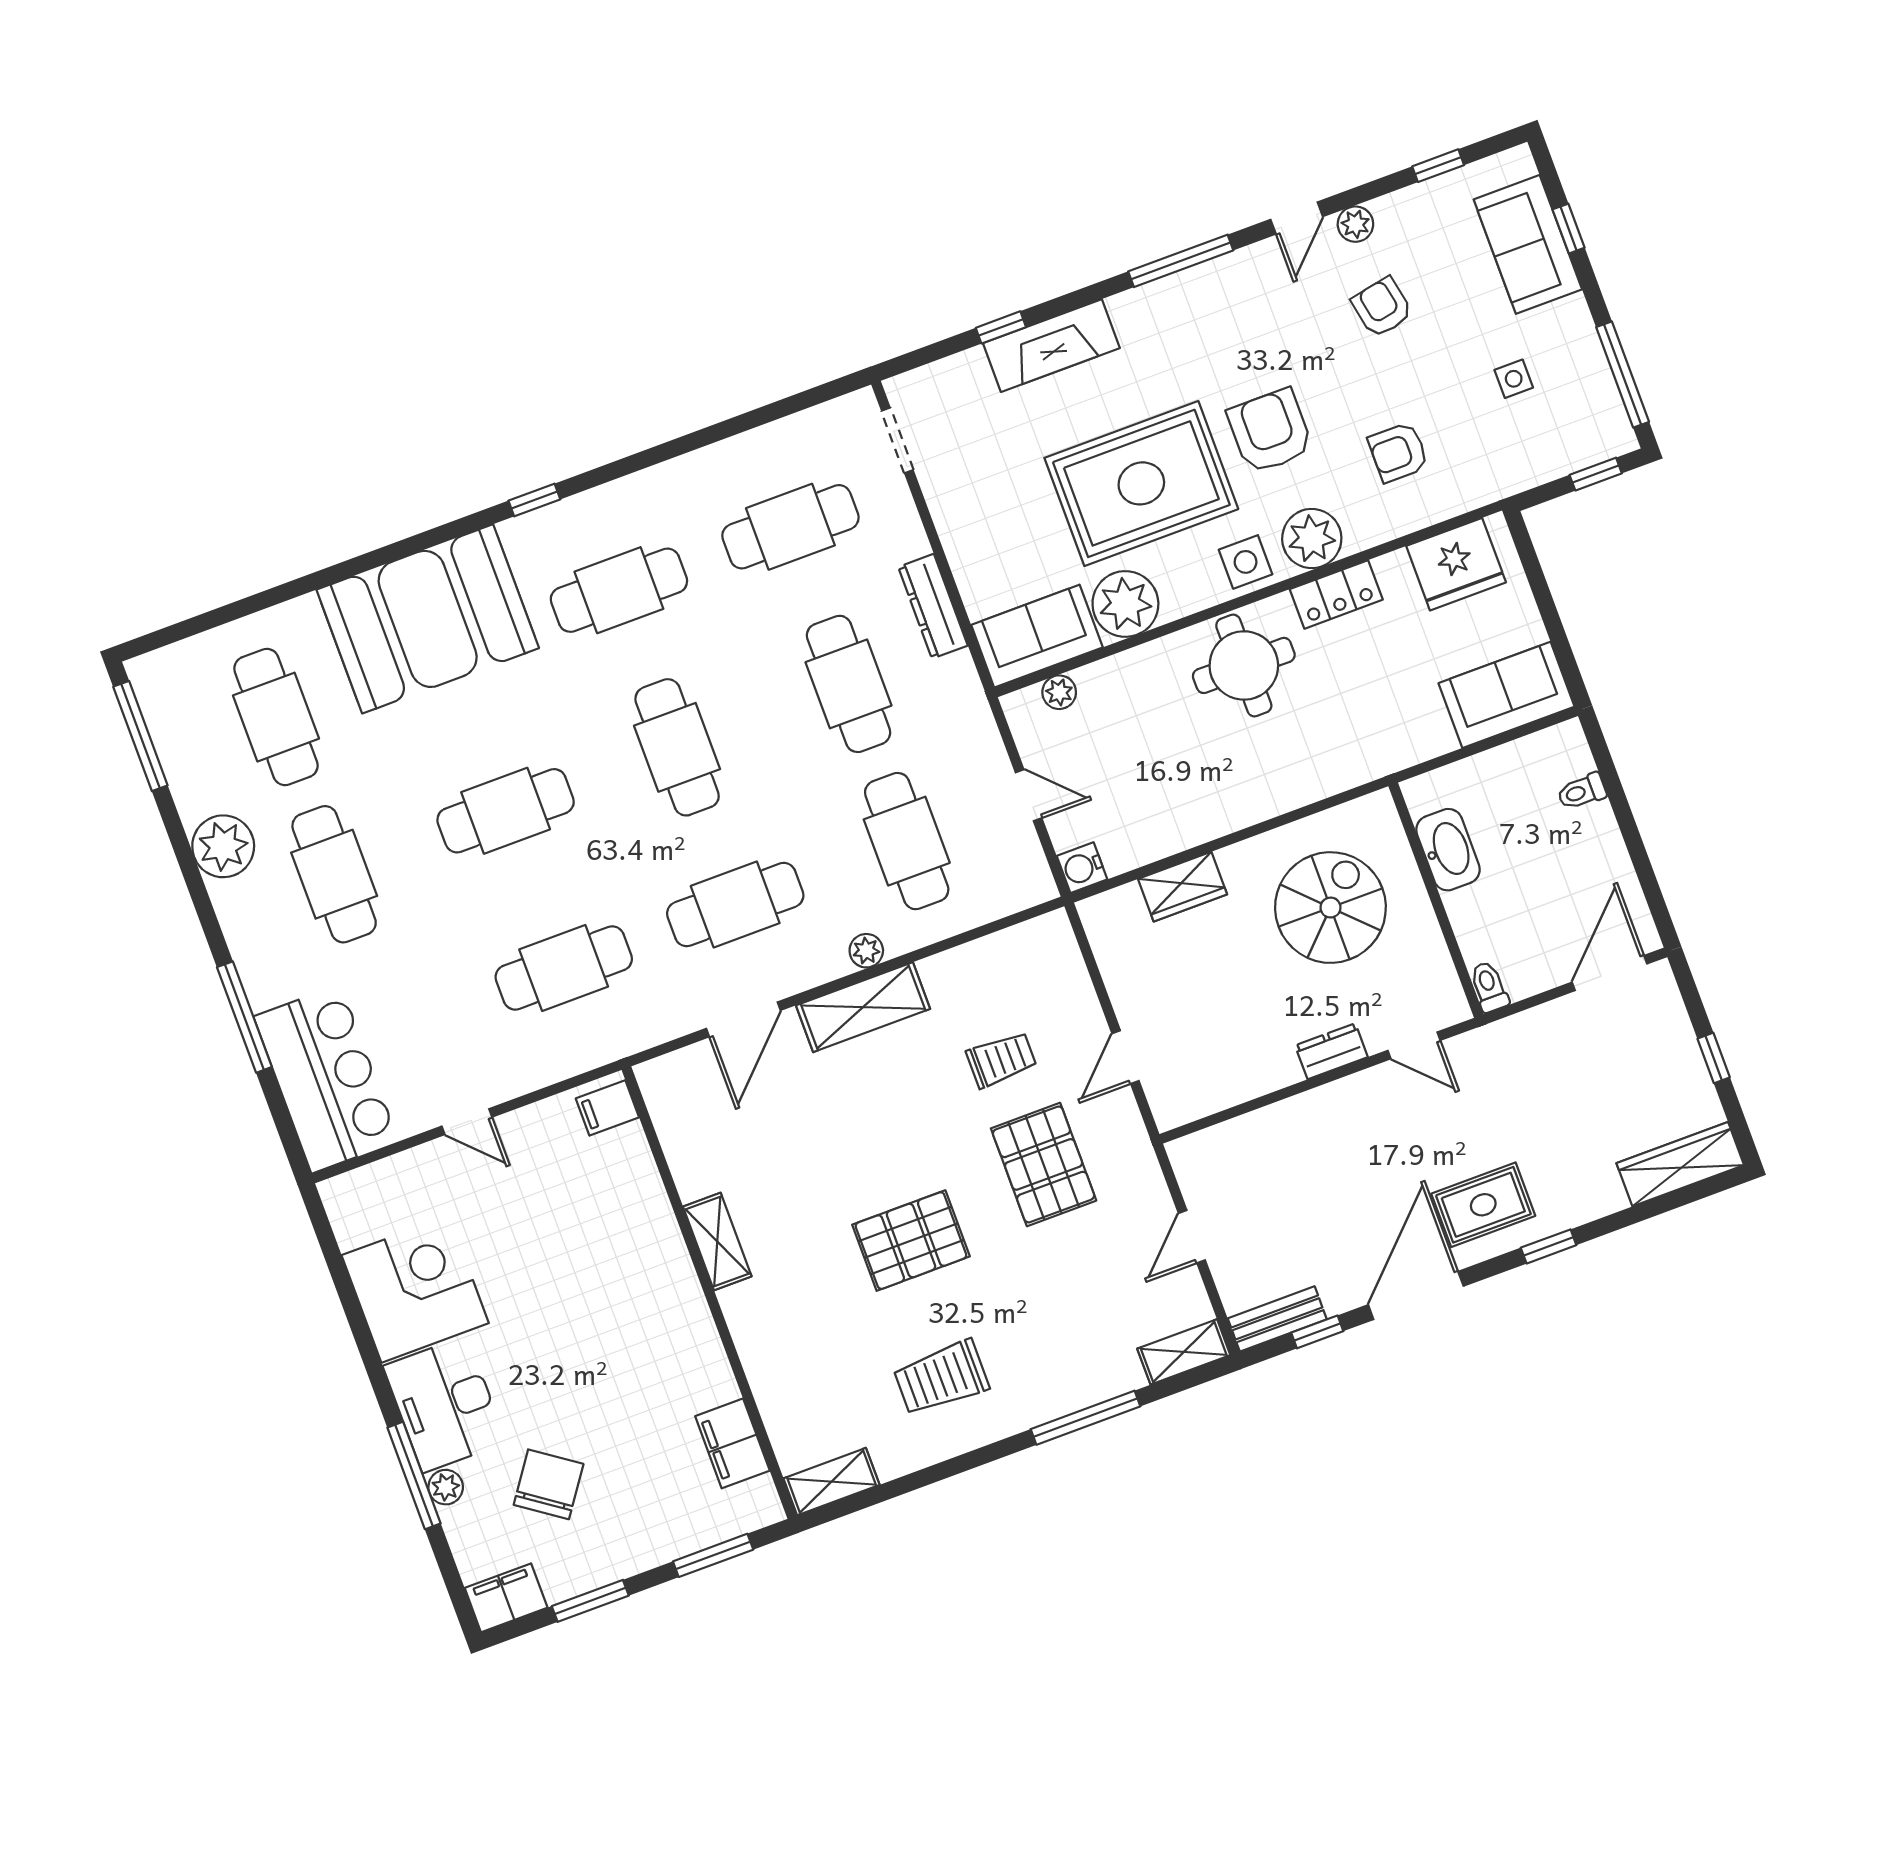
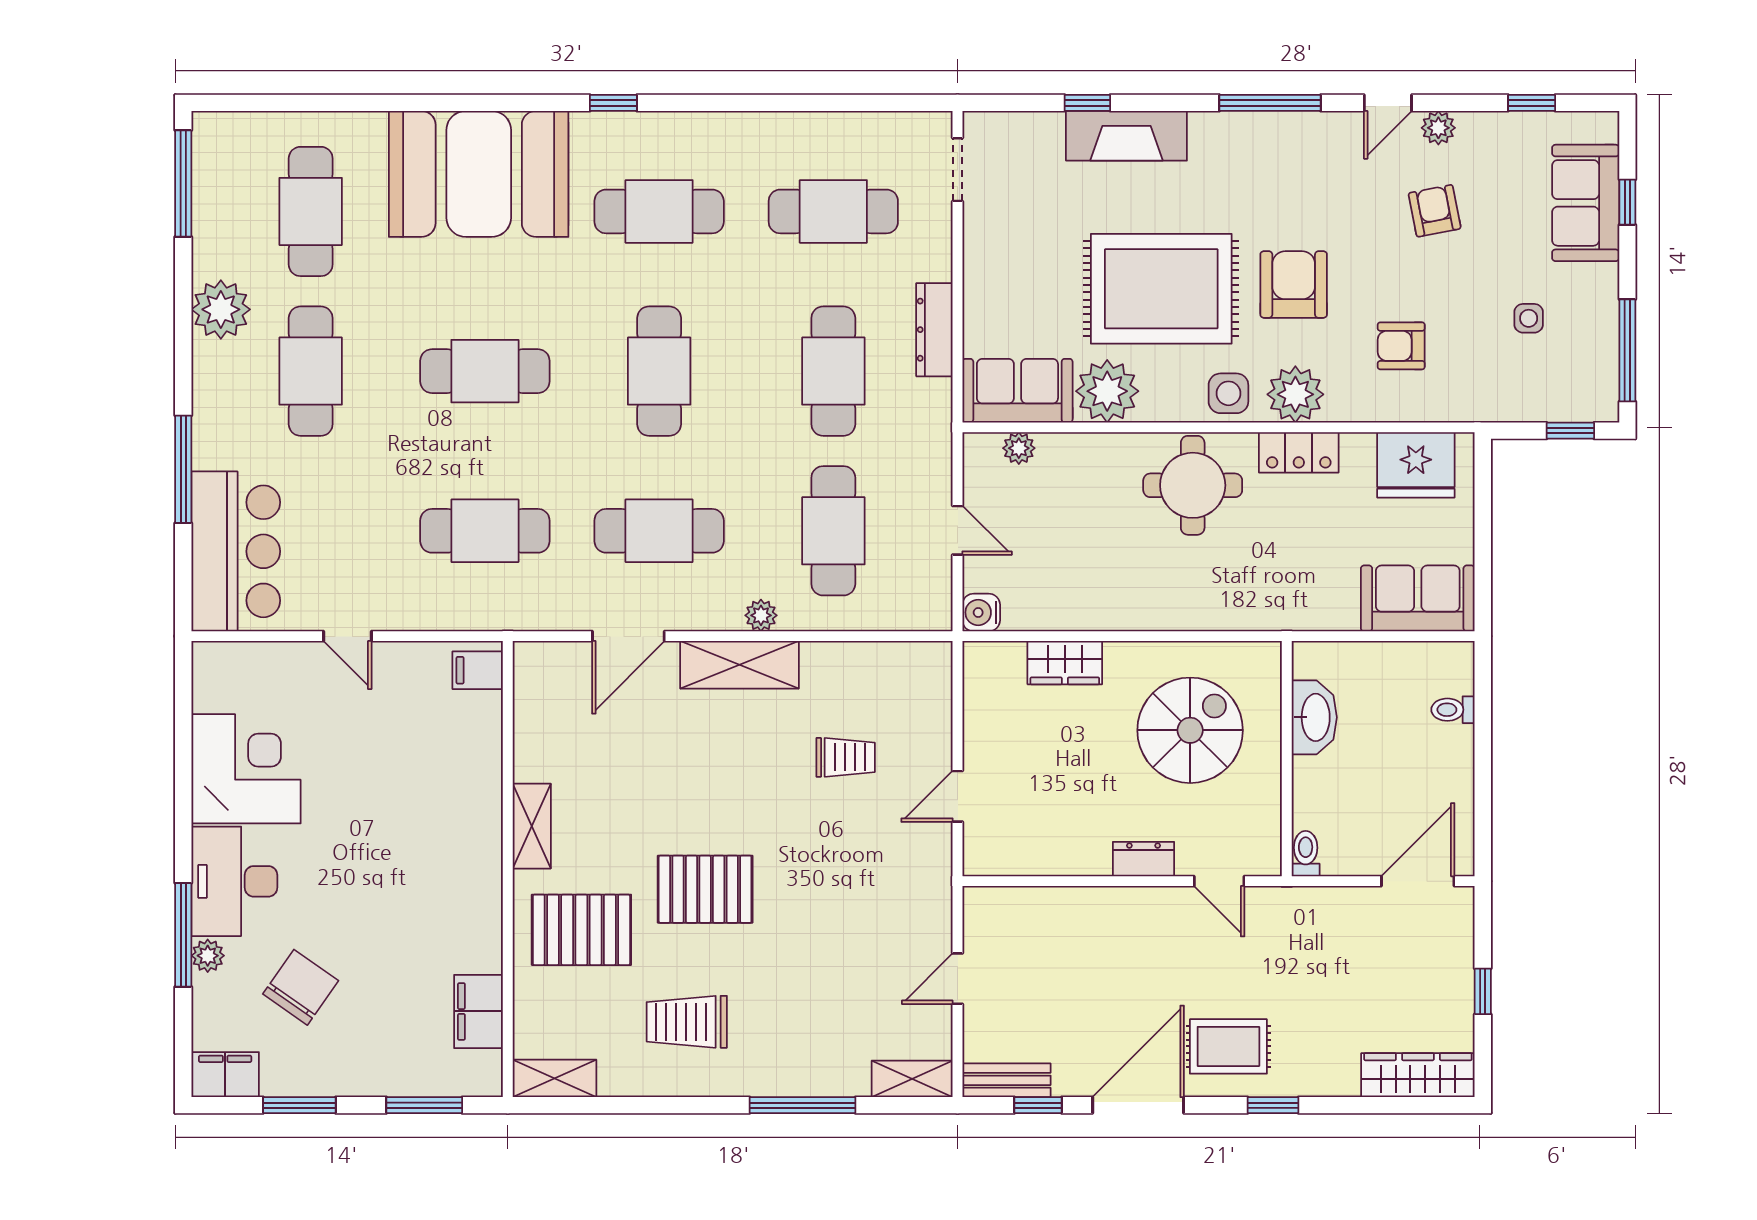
pallet: (1044, 1164) -> (581, 930), moved, turned 90

